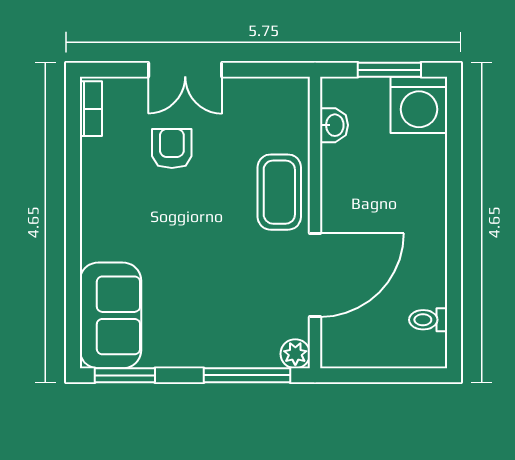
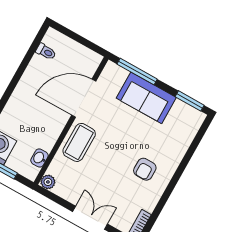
armchair: (172, 149) -> (145, 169), moved
sofa: (110, 315) -> (146, 98), moved, turned -90
plant: (295, 354) -> (48, 182), moved

